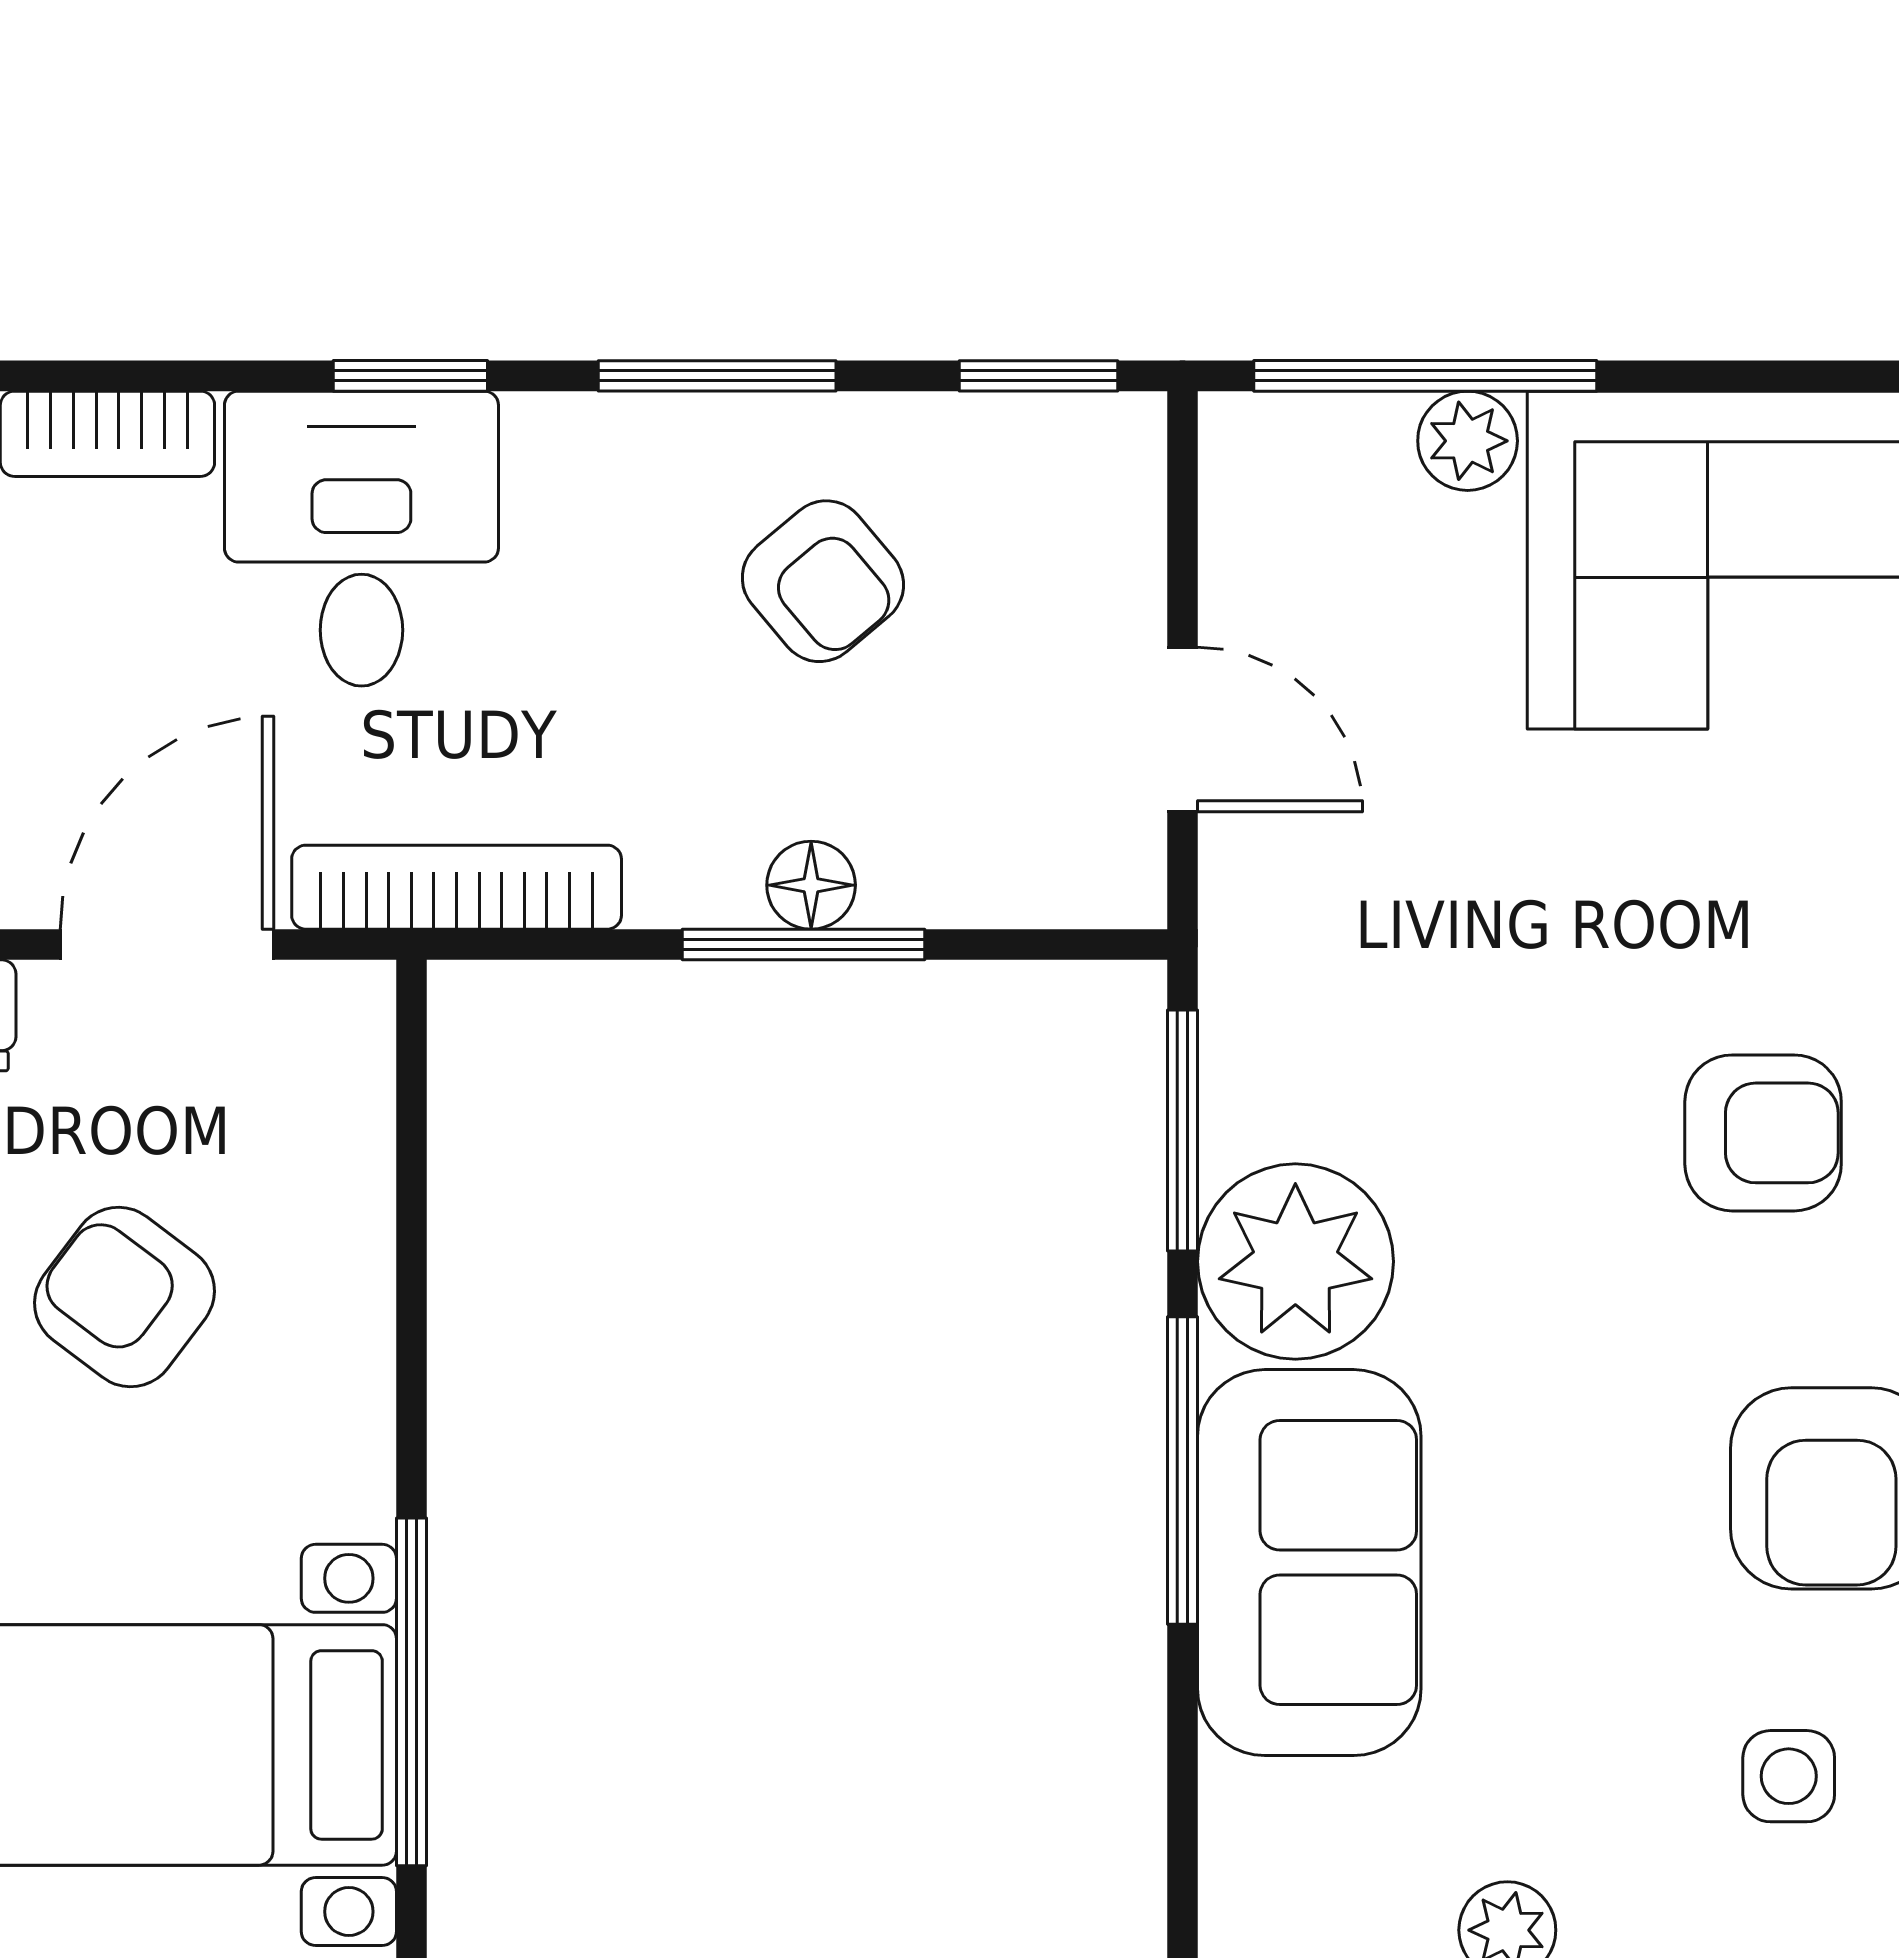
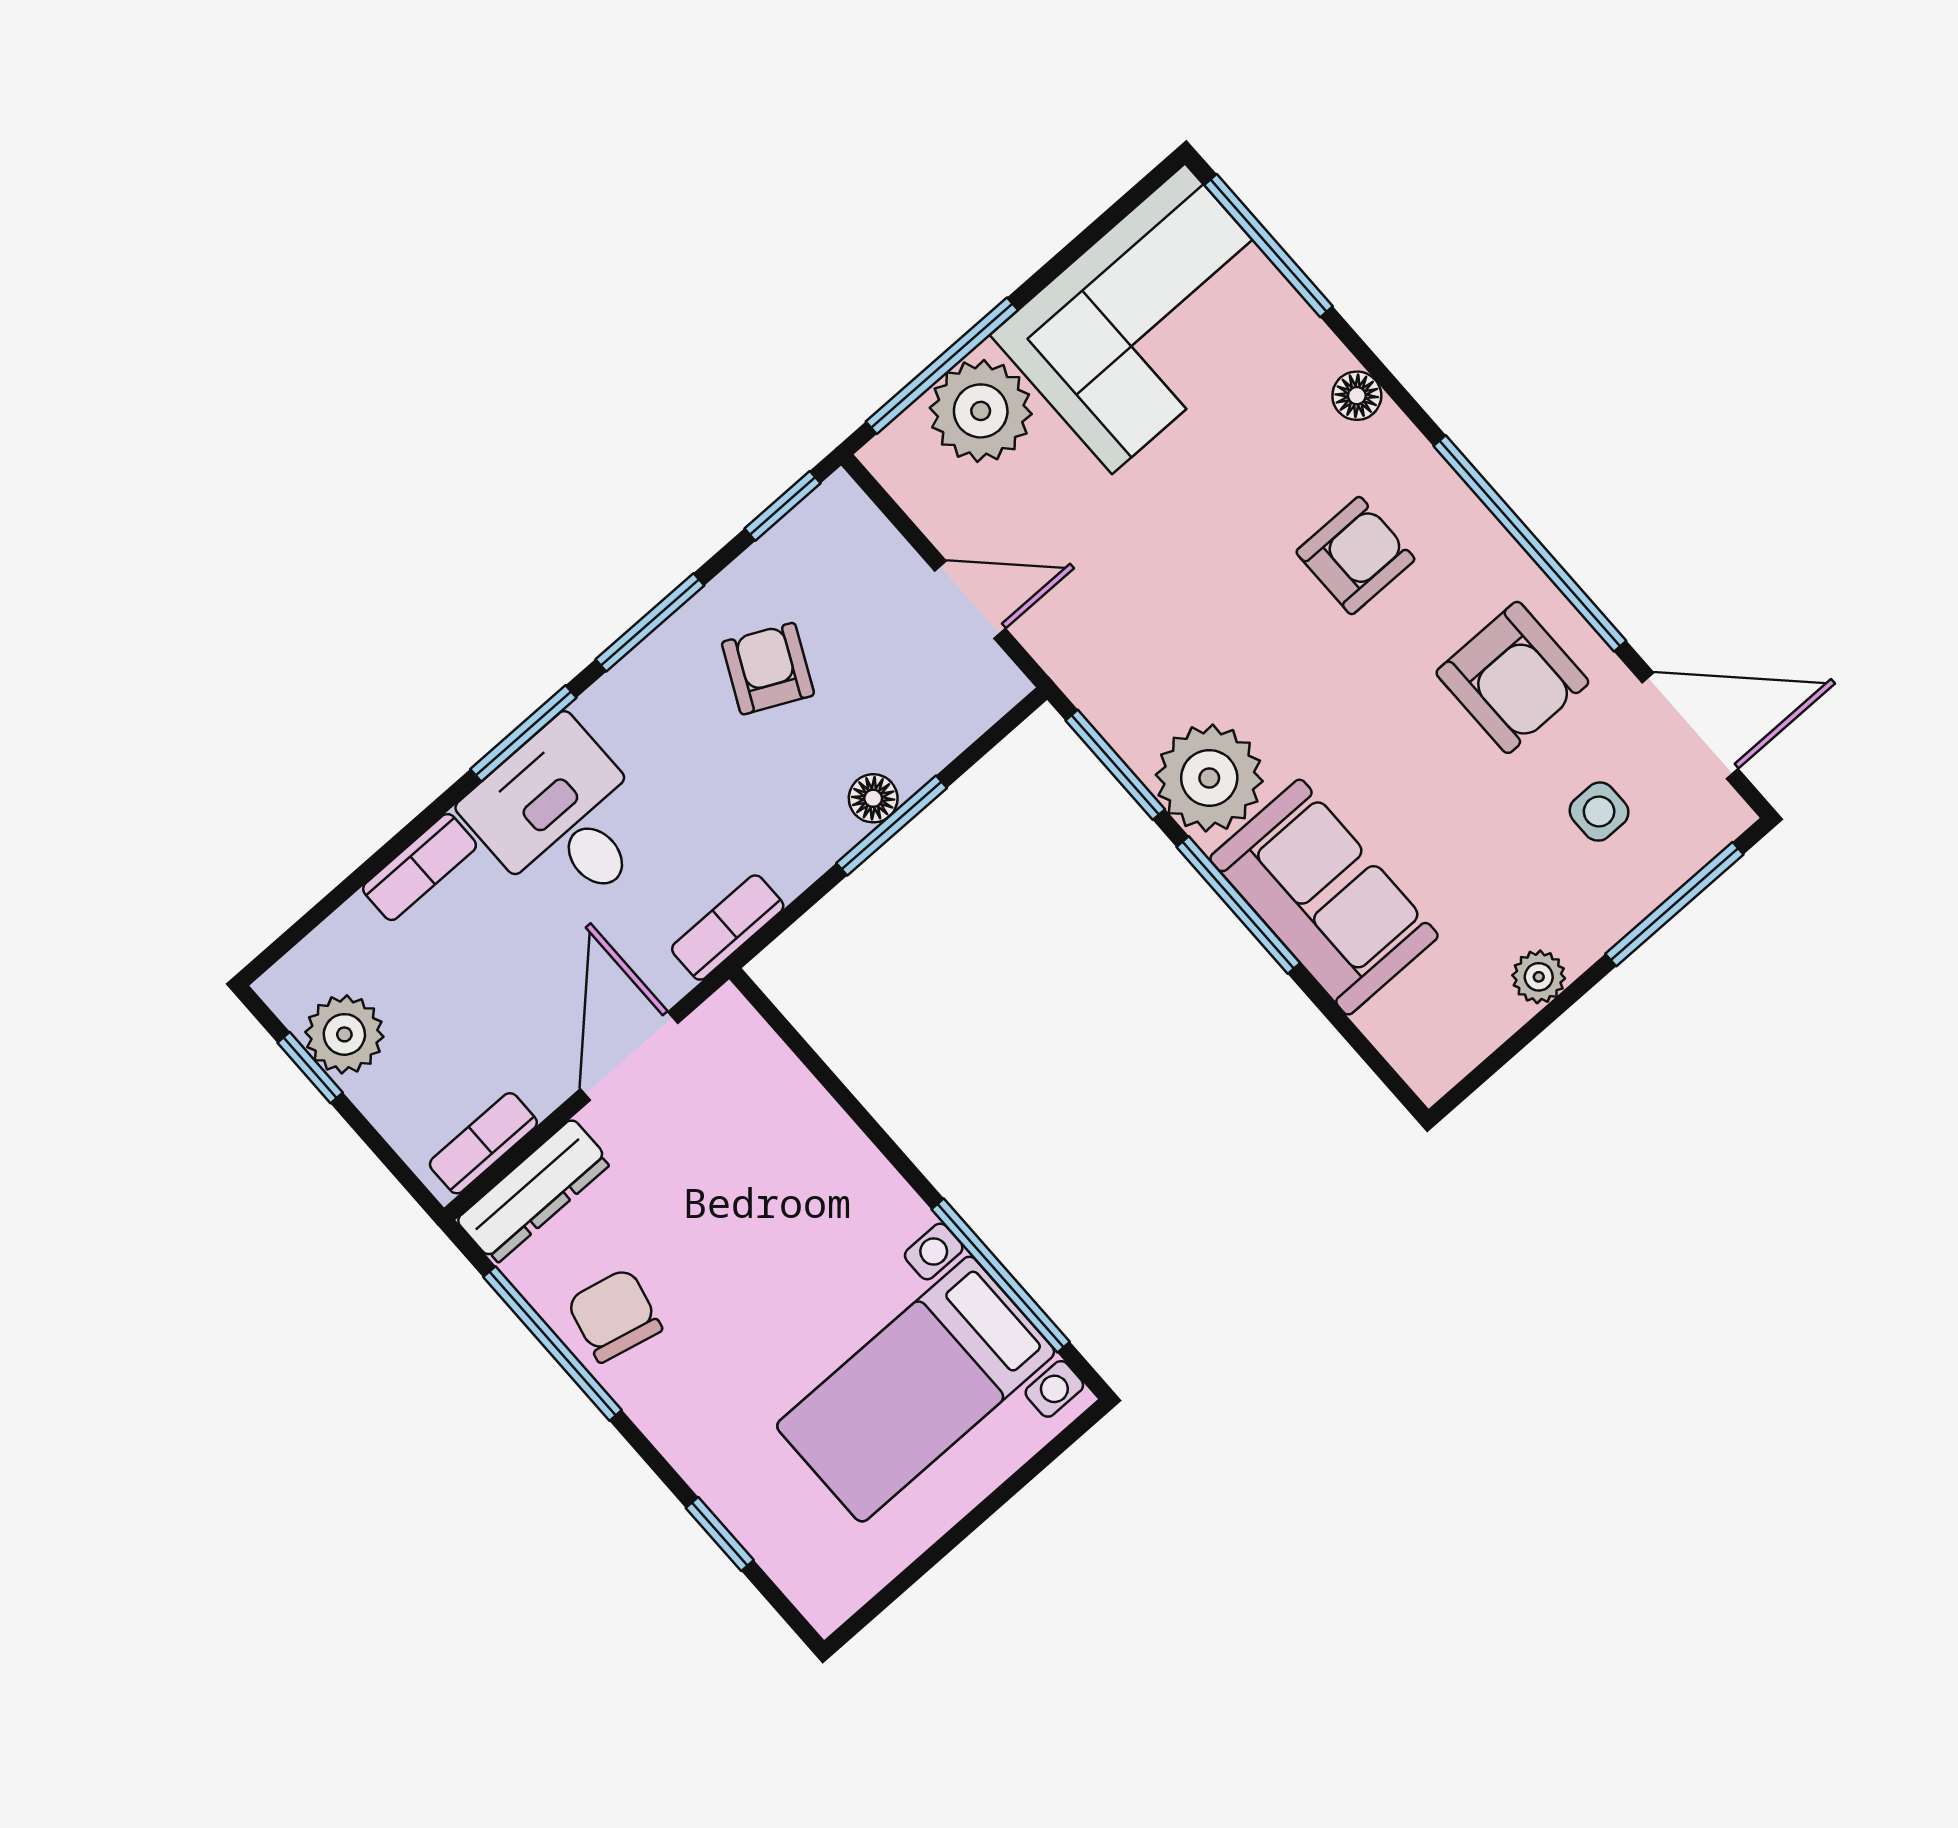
window: (410, 376) -> (523, 733), width x1.50
plant: (1468, 441) -> (981, 411), width x1.88, depth x1.88
armchair: (823, 581) -> (768, 669), turned -114
bookcase: (457, 887) -> (728, 928), width x0.64
armchair: (125, 1297) -> (739, 1217), removed

